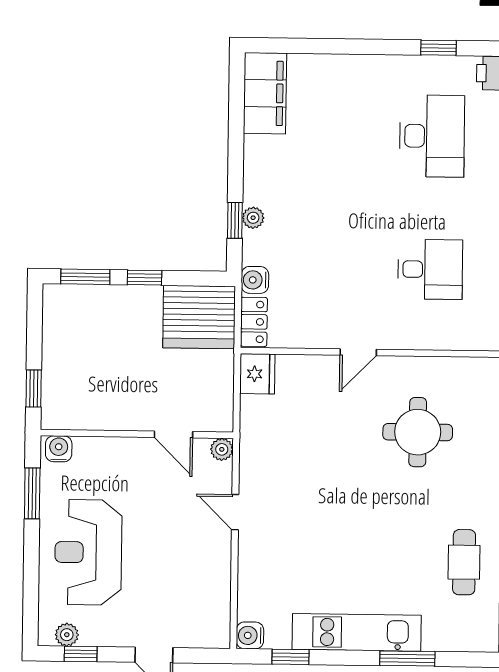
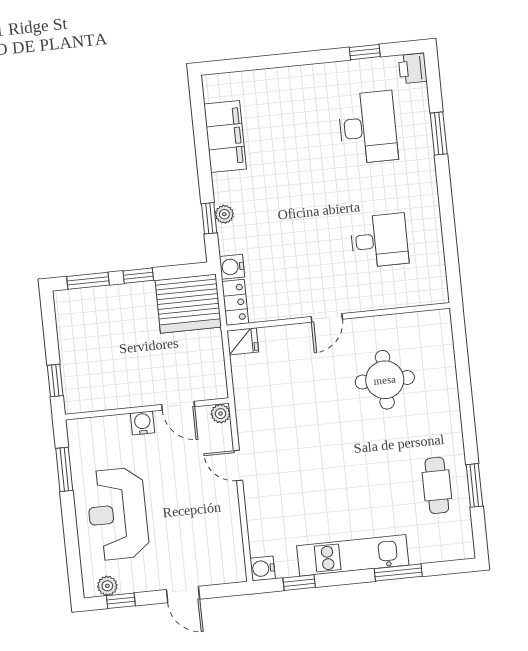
filing cabinet: (265, 93) -> (225, 136), moved
fridge: (257, 374) -> (243, 341), width x0.72
water cooler: (59, 449) -> (142, 423), moved

